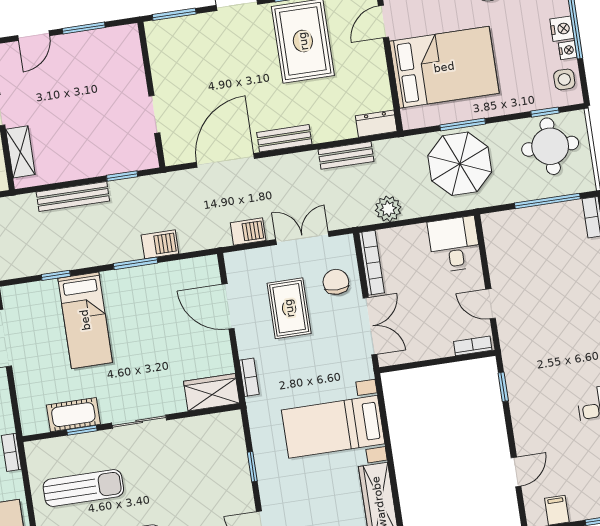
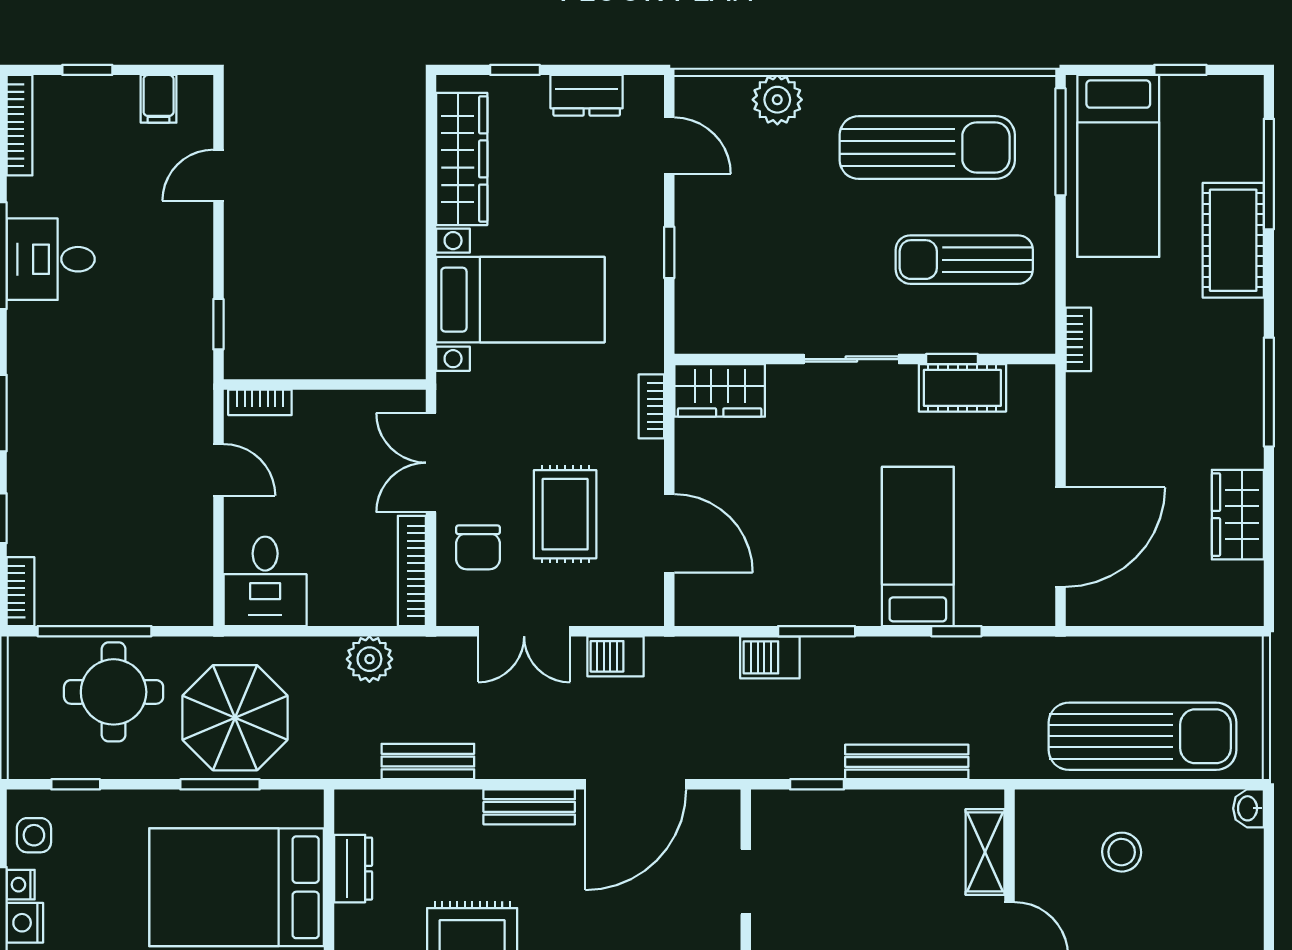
dresser: (376, 124) -> (353, 869), moved, turned -90
round table: (550, 146) -> (114, 692), moved

